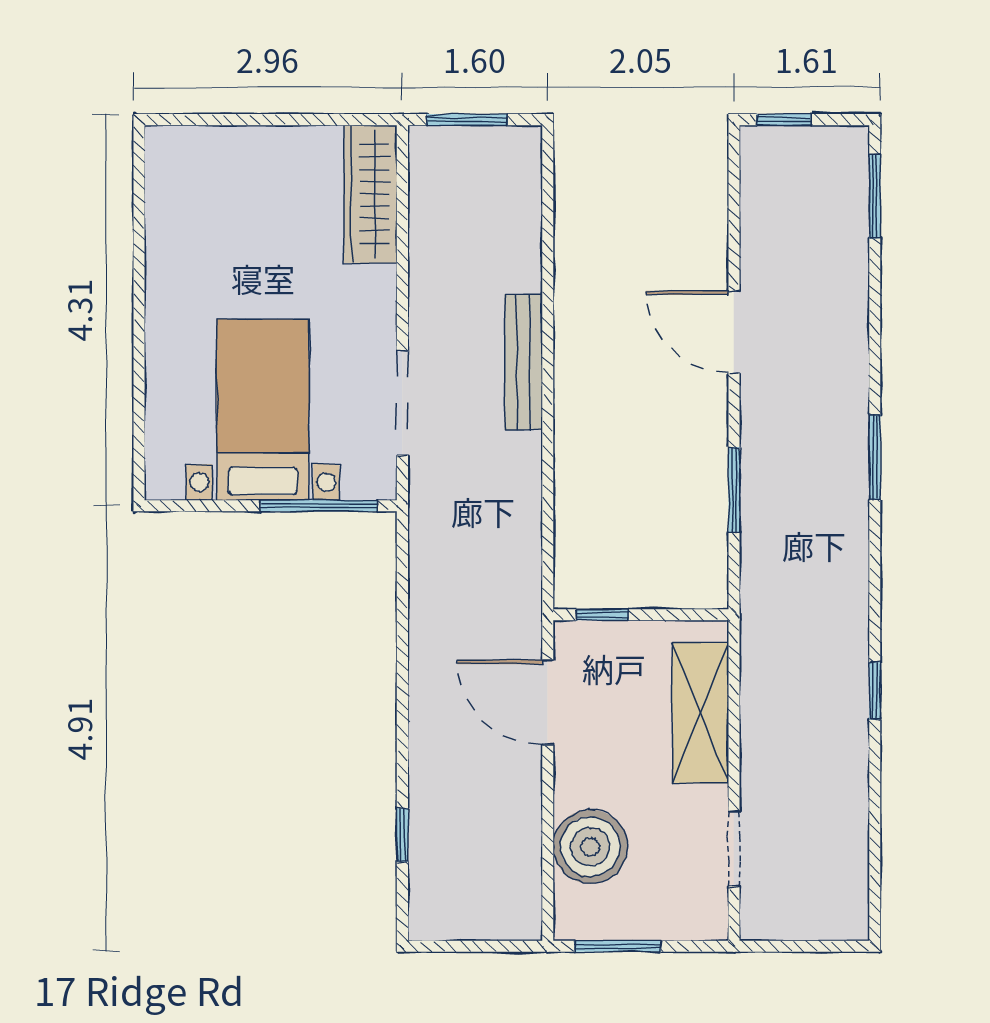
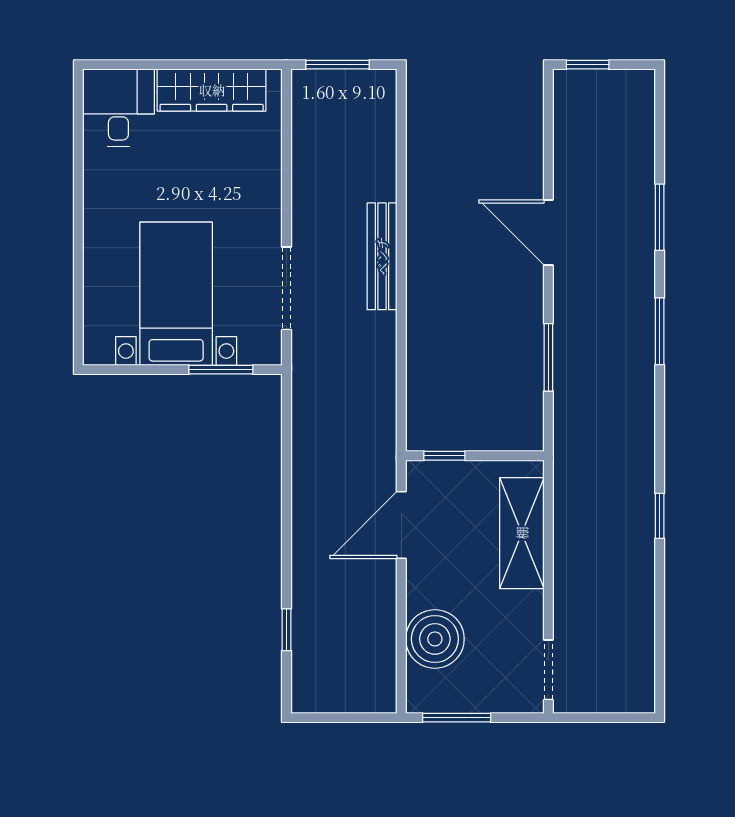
desk: (190, 174) -> (118, 108), added
wardrobe: (370, 194) -> (212, 90), moved, turned -90
window: (875, 196) -> (660, 217), moved
window: (319, 506) -> (221, 370), width x0.69
door: (548, 702) -> (401, 525), hinge flipped
doorway: (734, 849) -> (548, 670), moved

